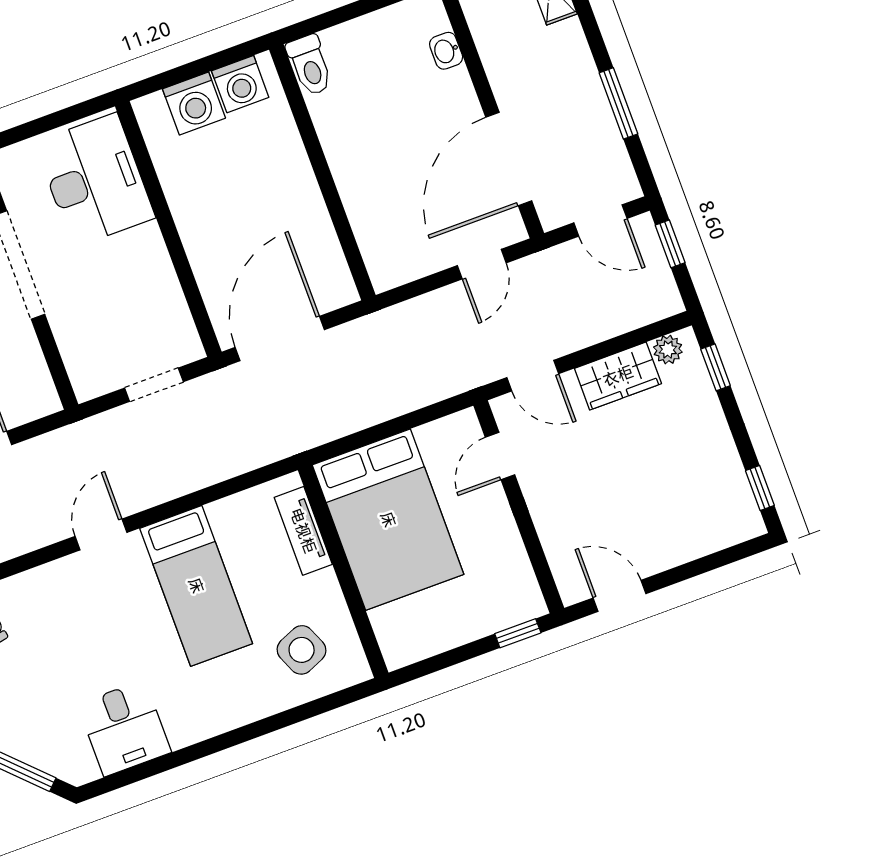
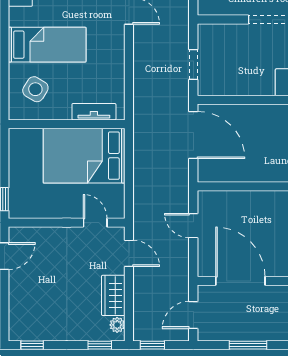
window: (670, 244) -> (152, 345), moved
door: (482, 264) -> (193, 226), moved
door: (533, 376) -> (129, 253), swing flipped
bed: (196, 586) -> (47, 45), moved, turned 180
side table: (302, 650) -> (35, 89), turned -36

